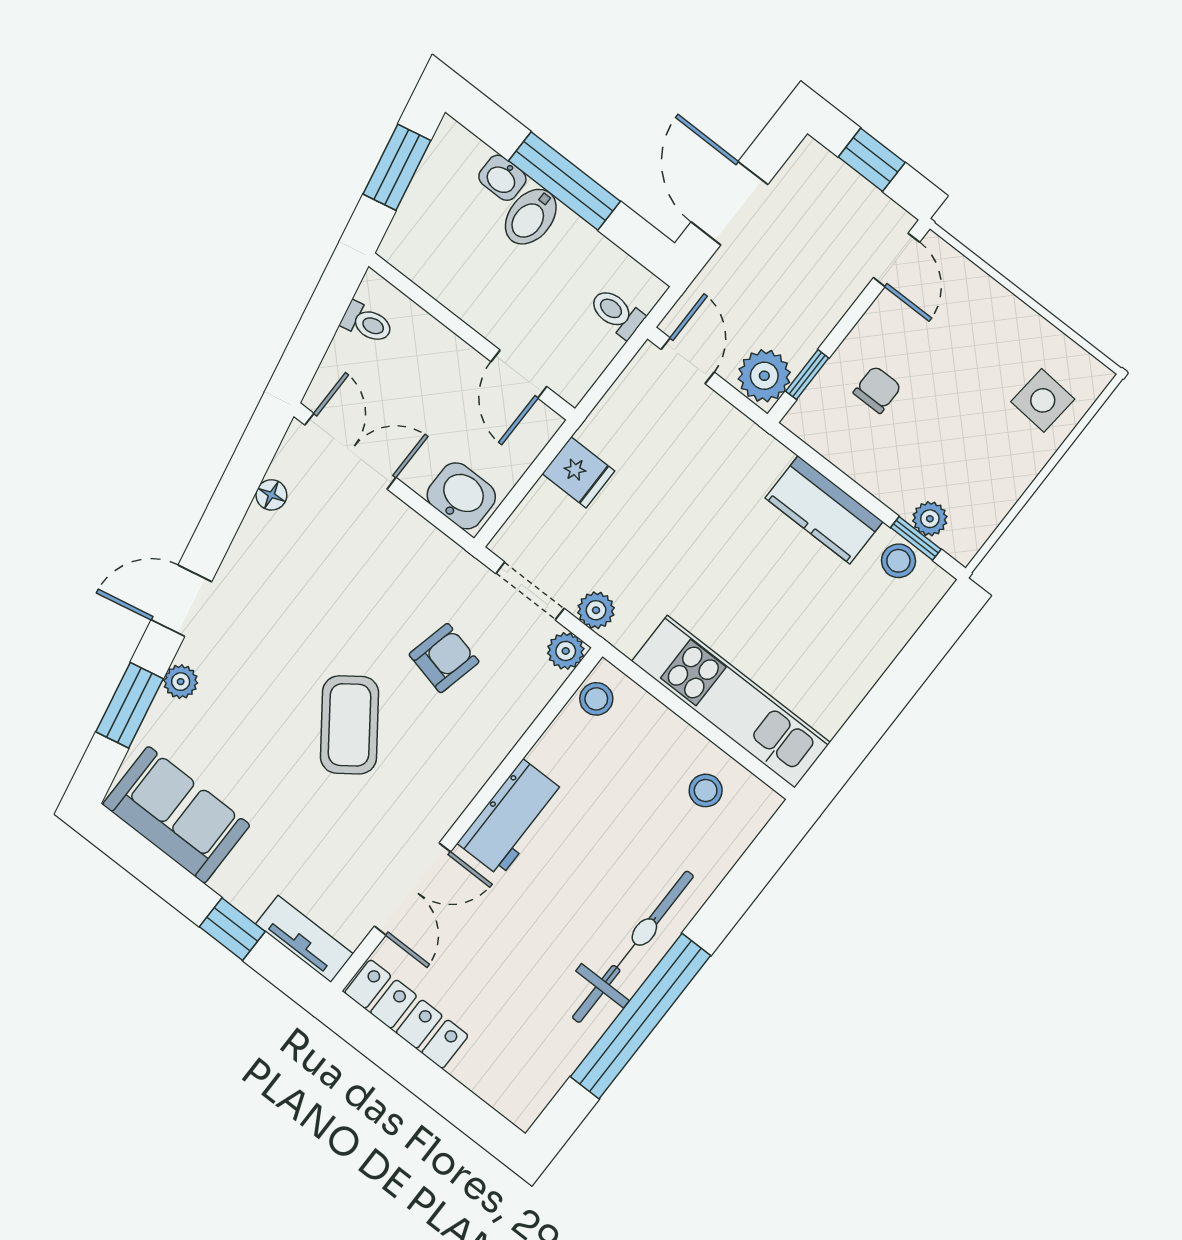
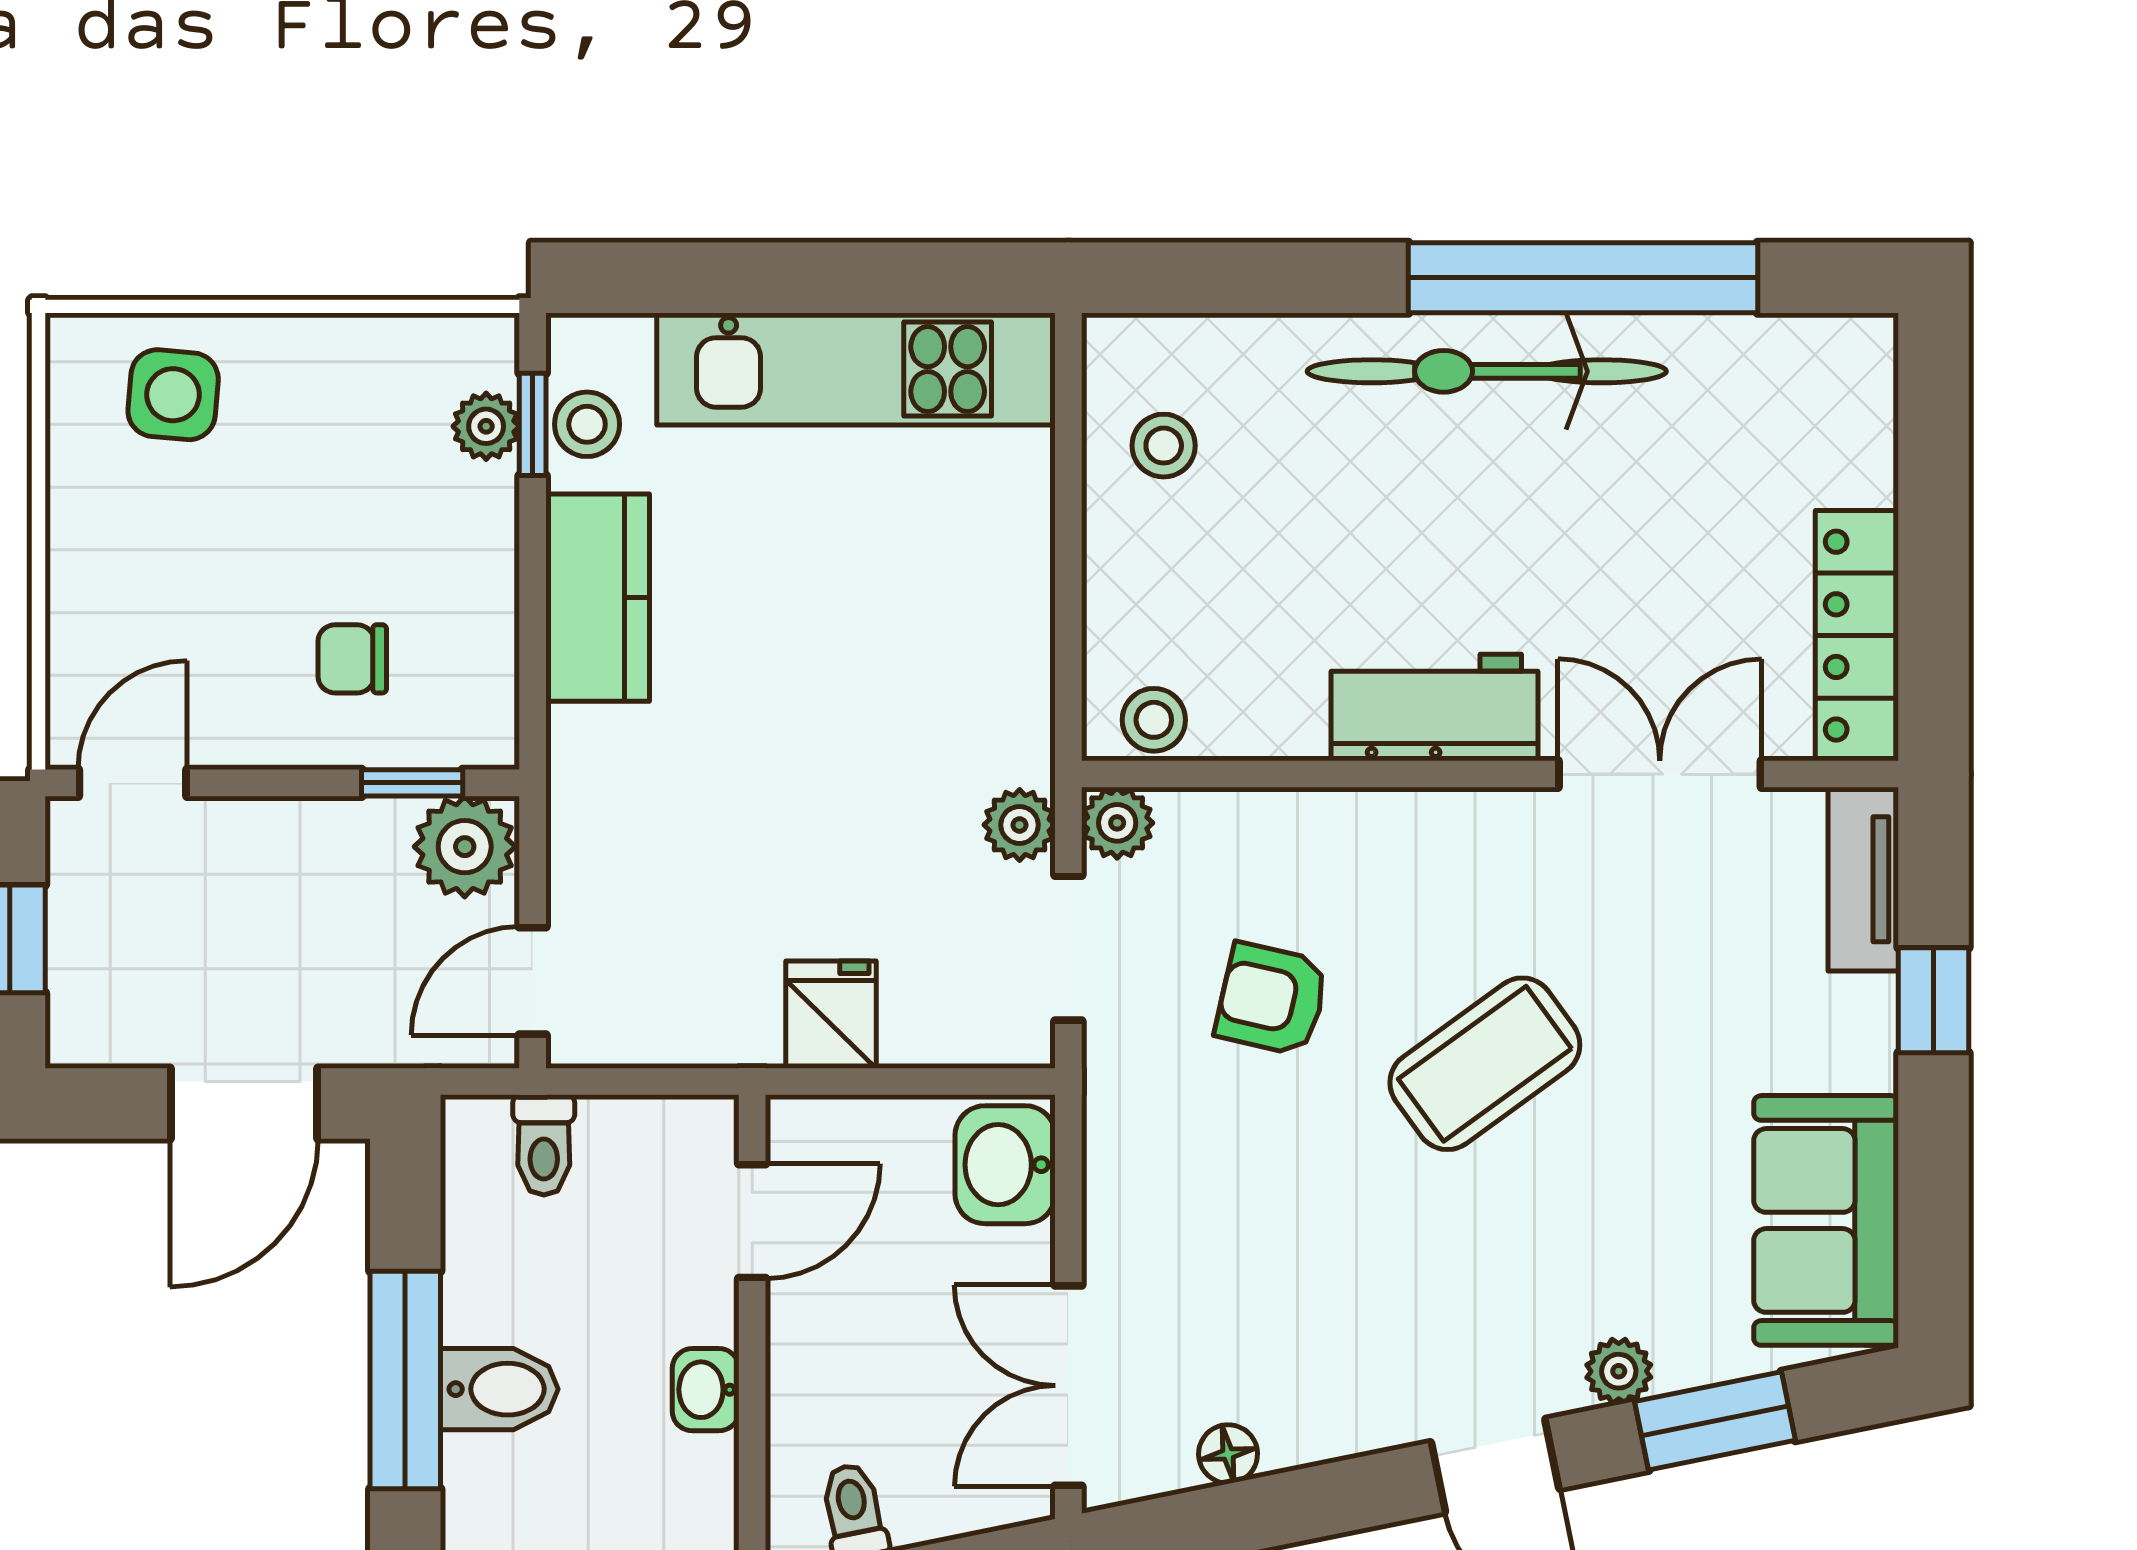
washbasin: (502, 178) -> (706, 1390), moved, turned 180
kitchen unit: (731, 702) -> (856, 369), moved, turned -90

